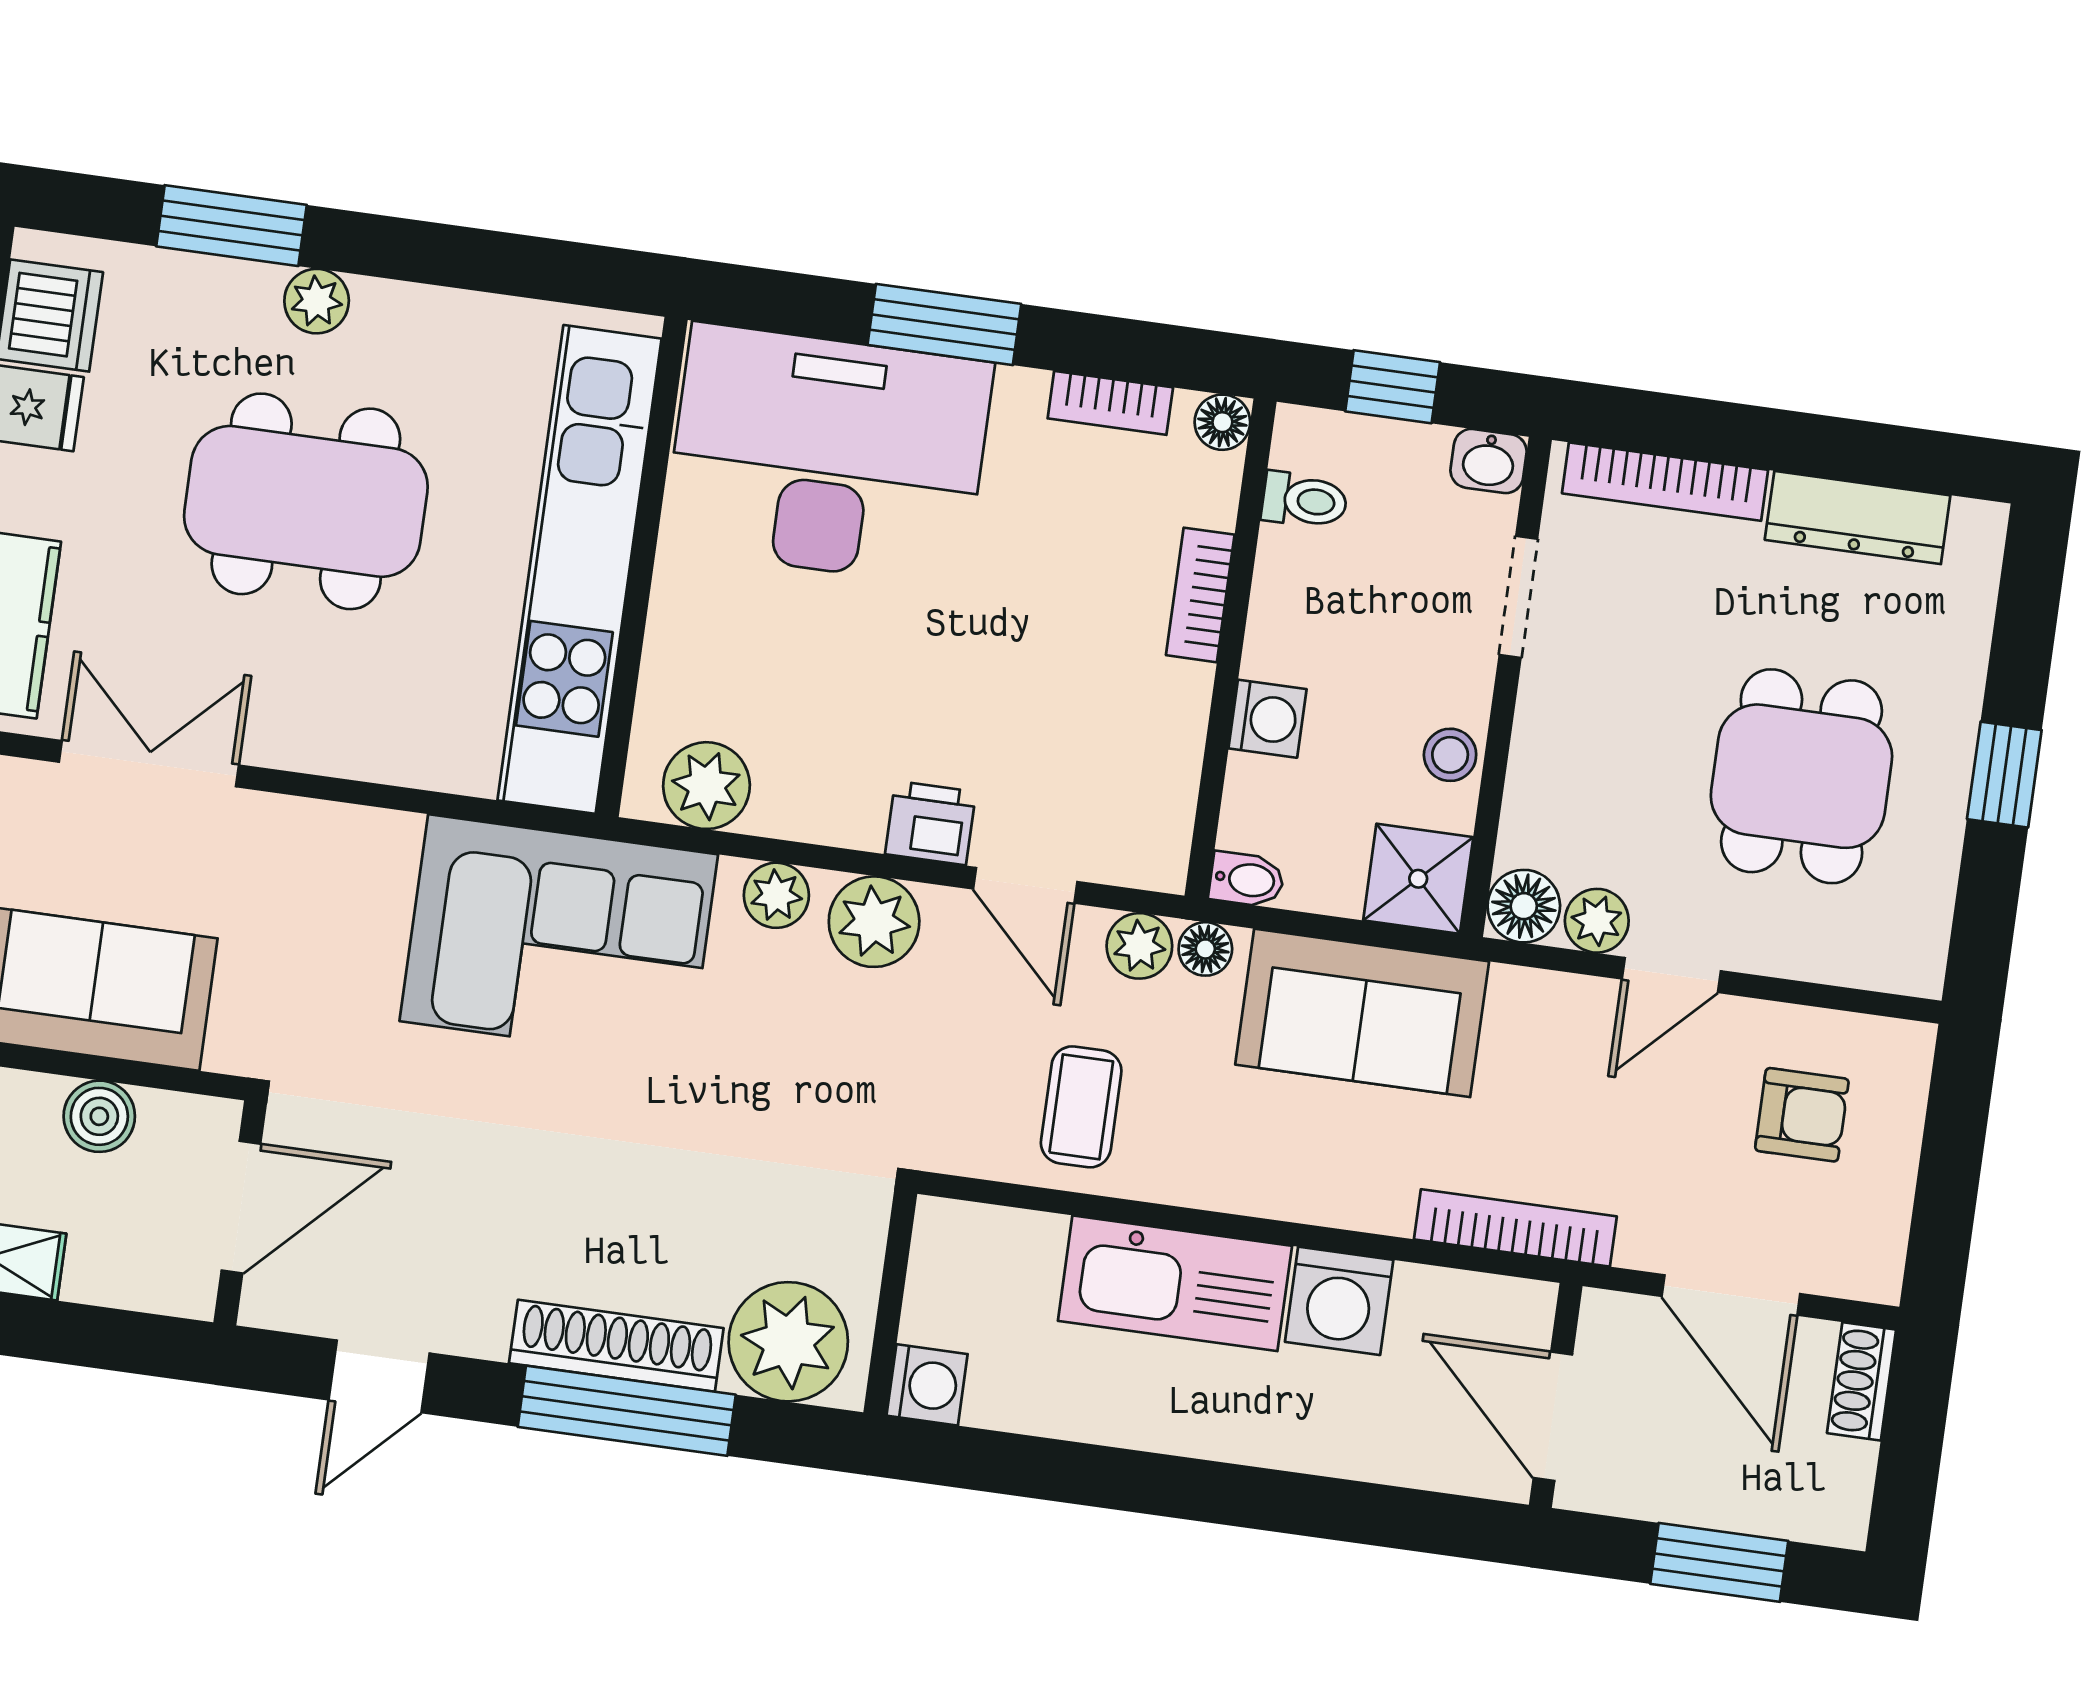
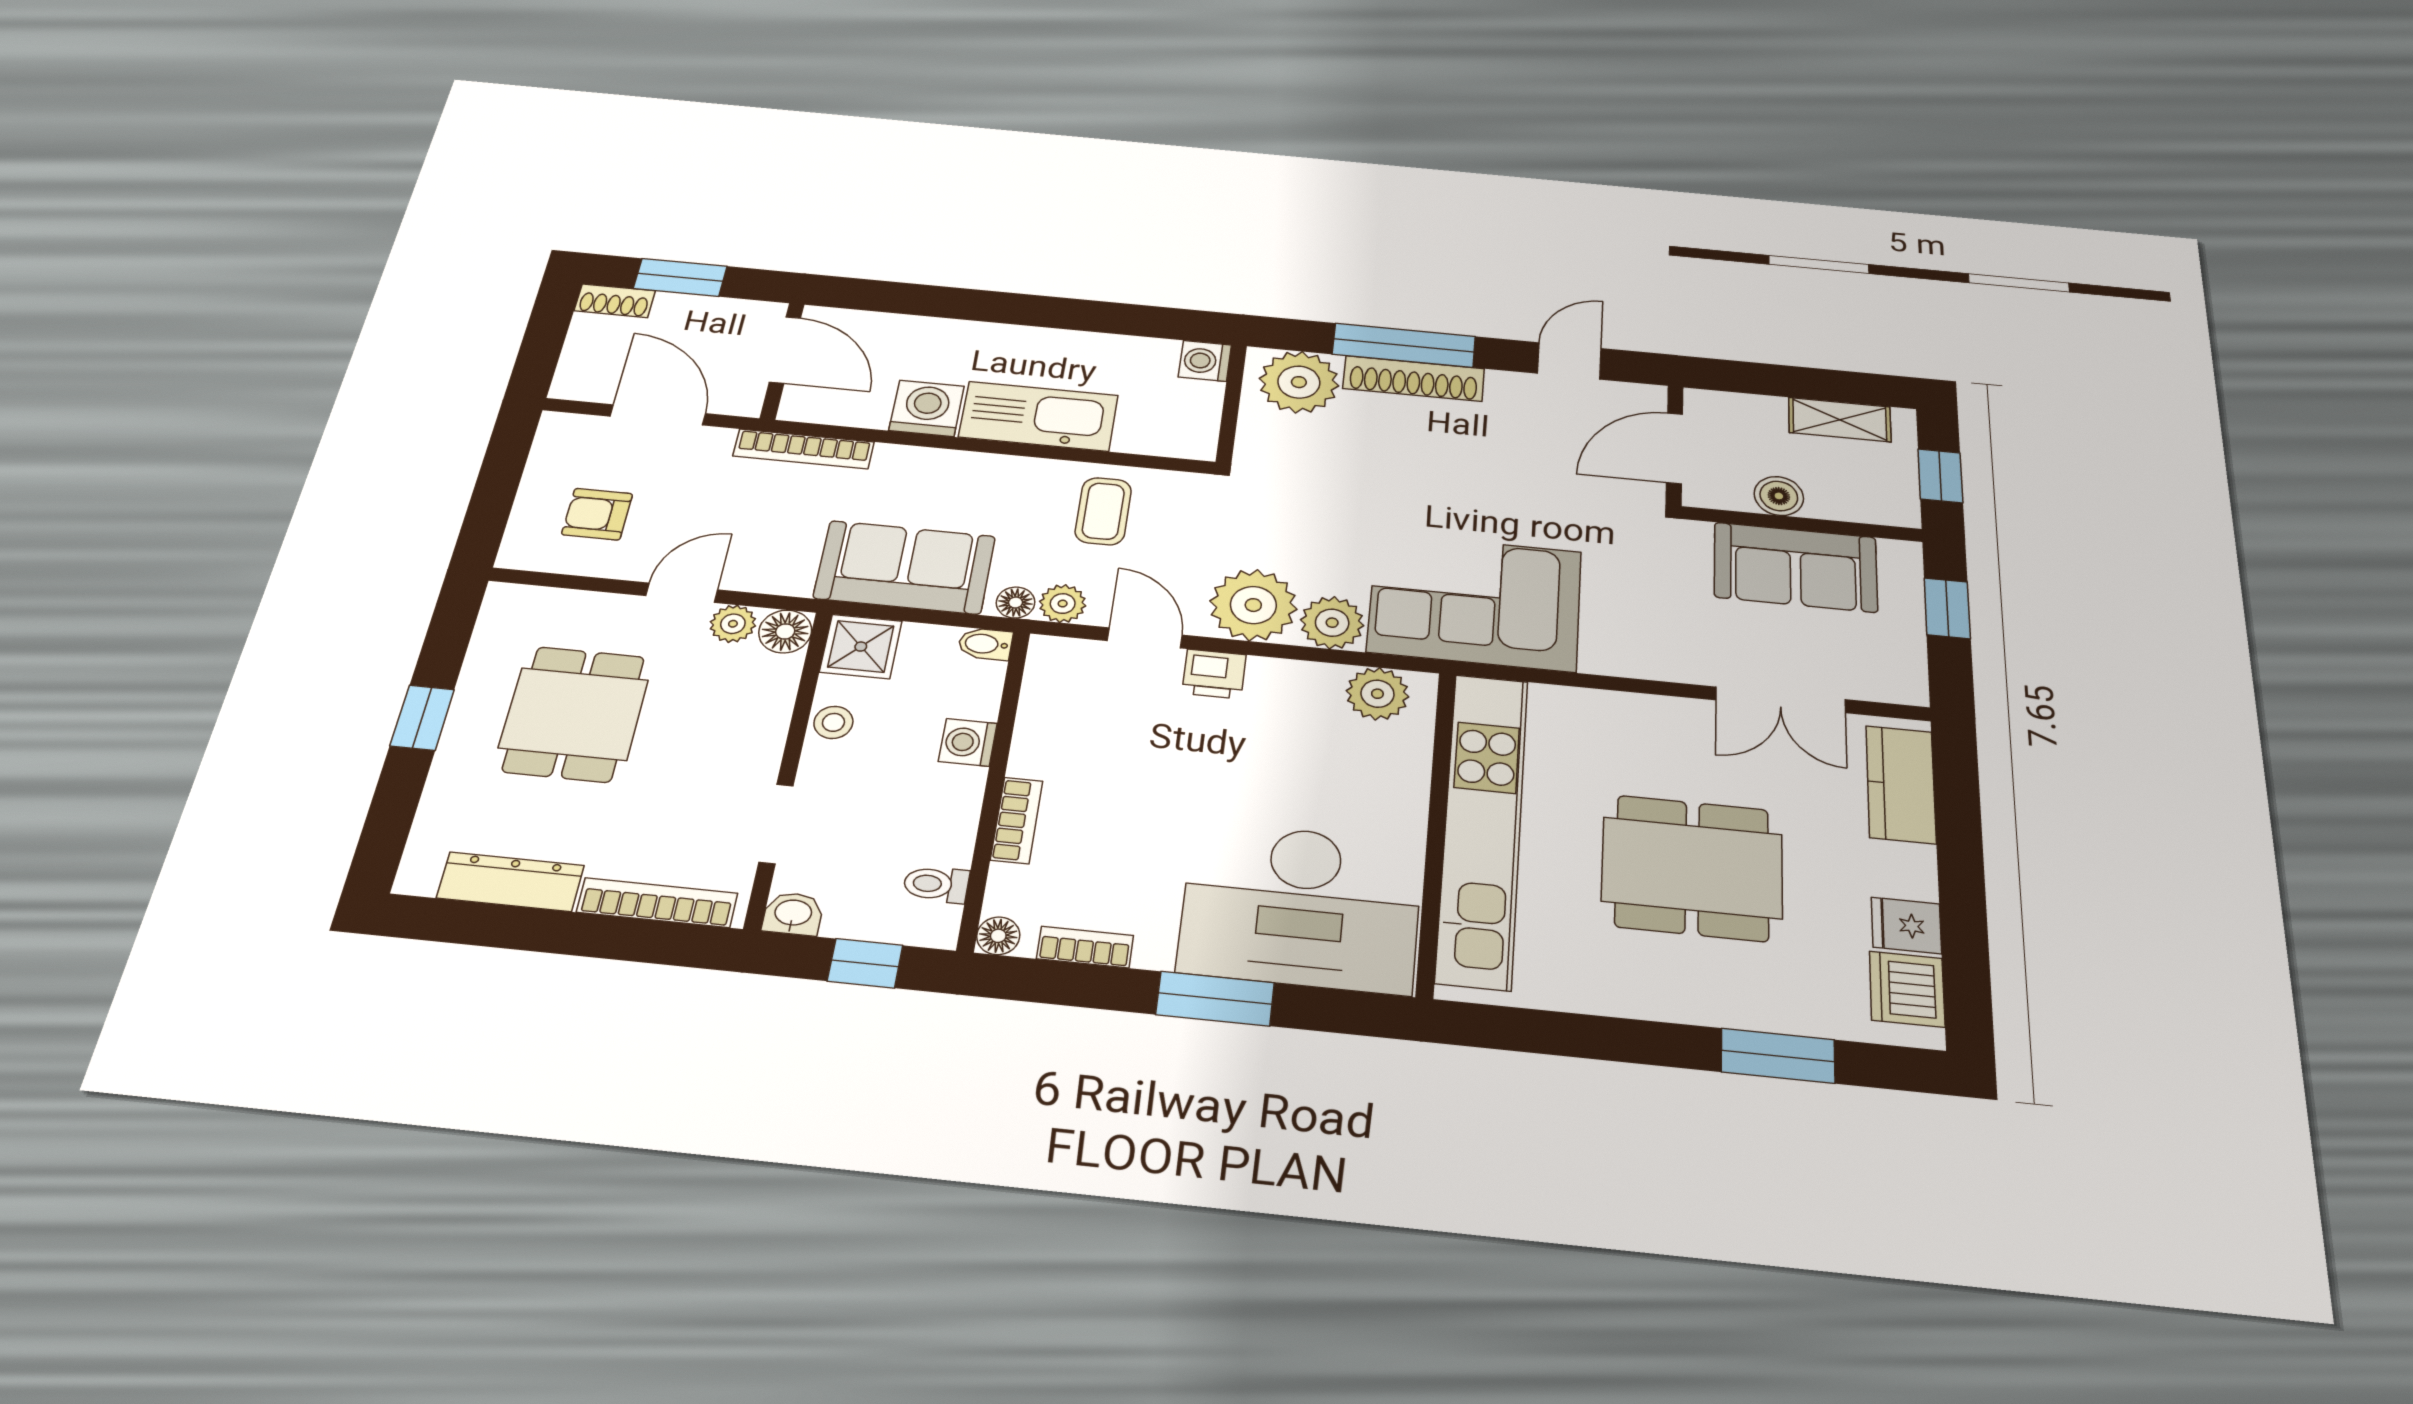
plant: (317, 301) -> (1704, 1004), removed
plant: (776, 895) -> (1332, 623), width x1.38, depth x1.38
plant: (874, 922) -> (1253, 605), width x1.36, depth x1.36
shoe rack: (1862, 1381) -> (615, 301), moved, turned 90

